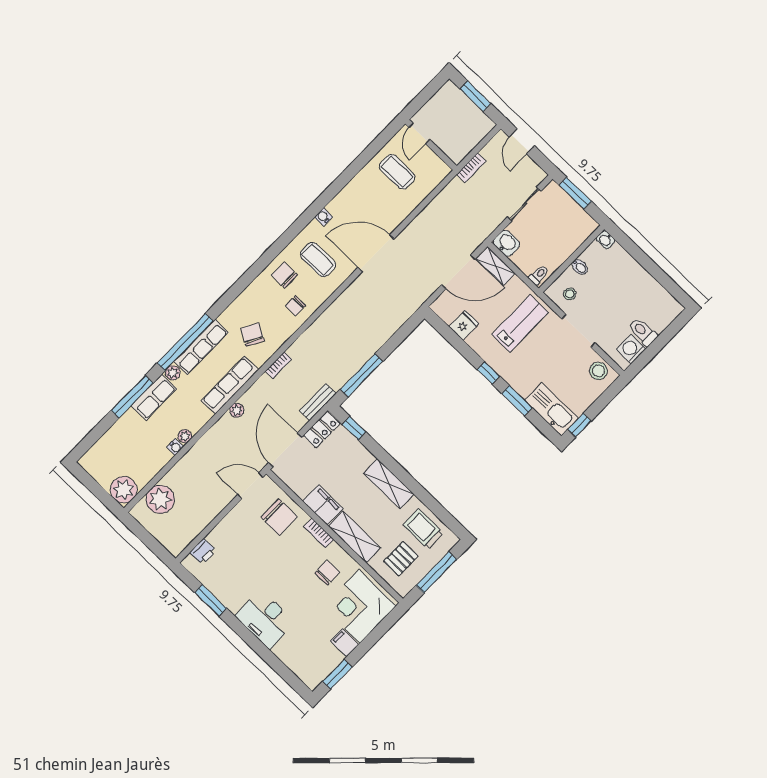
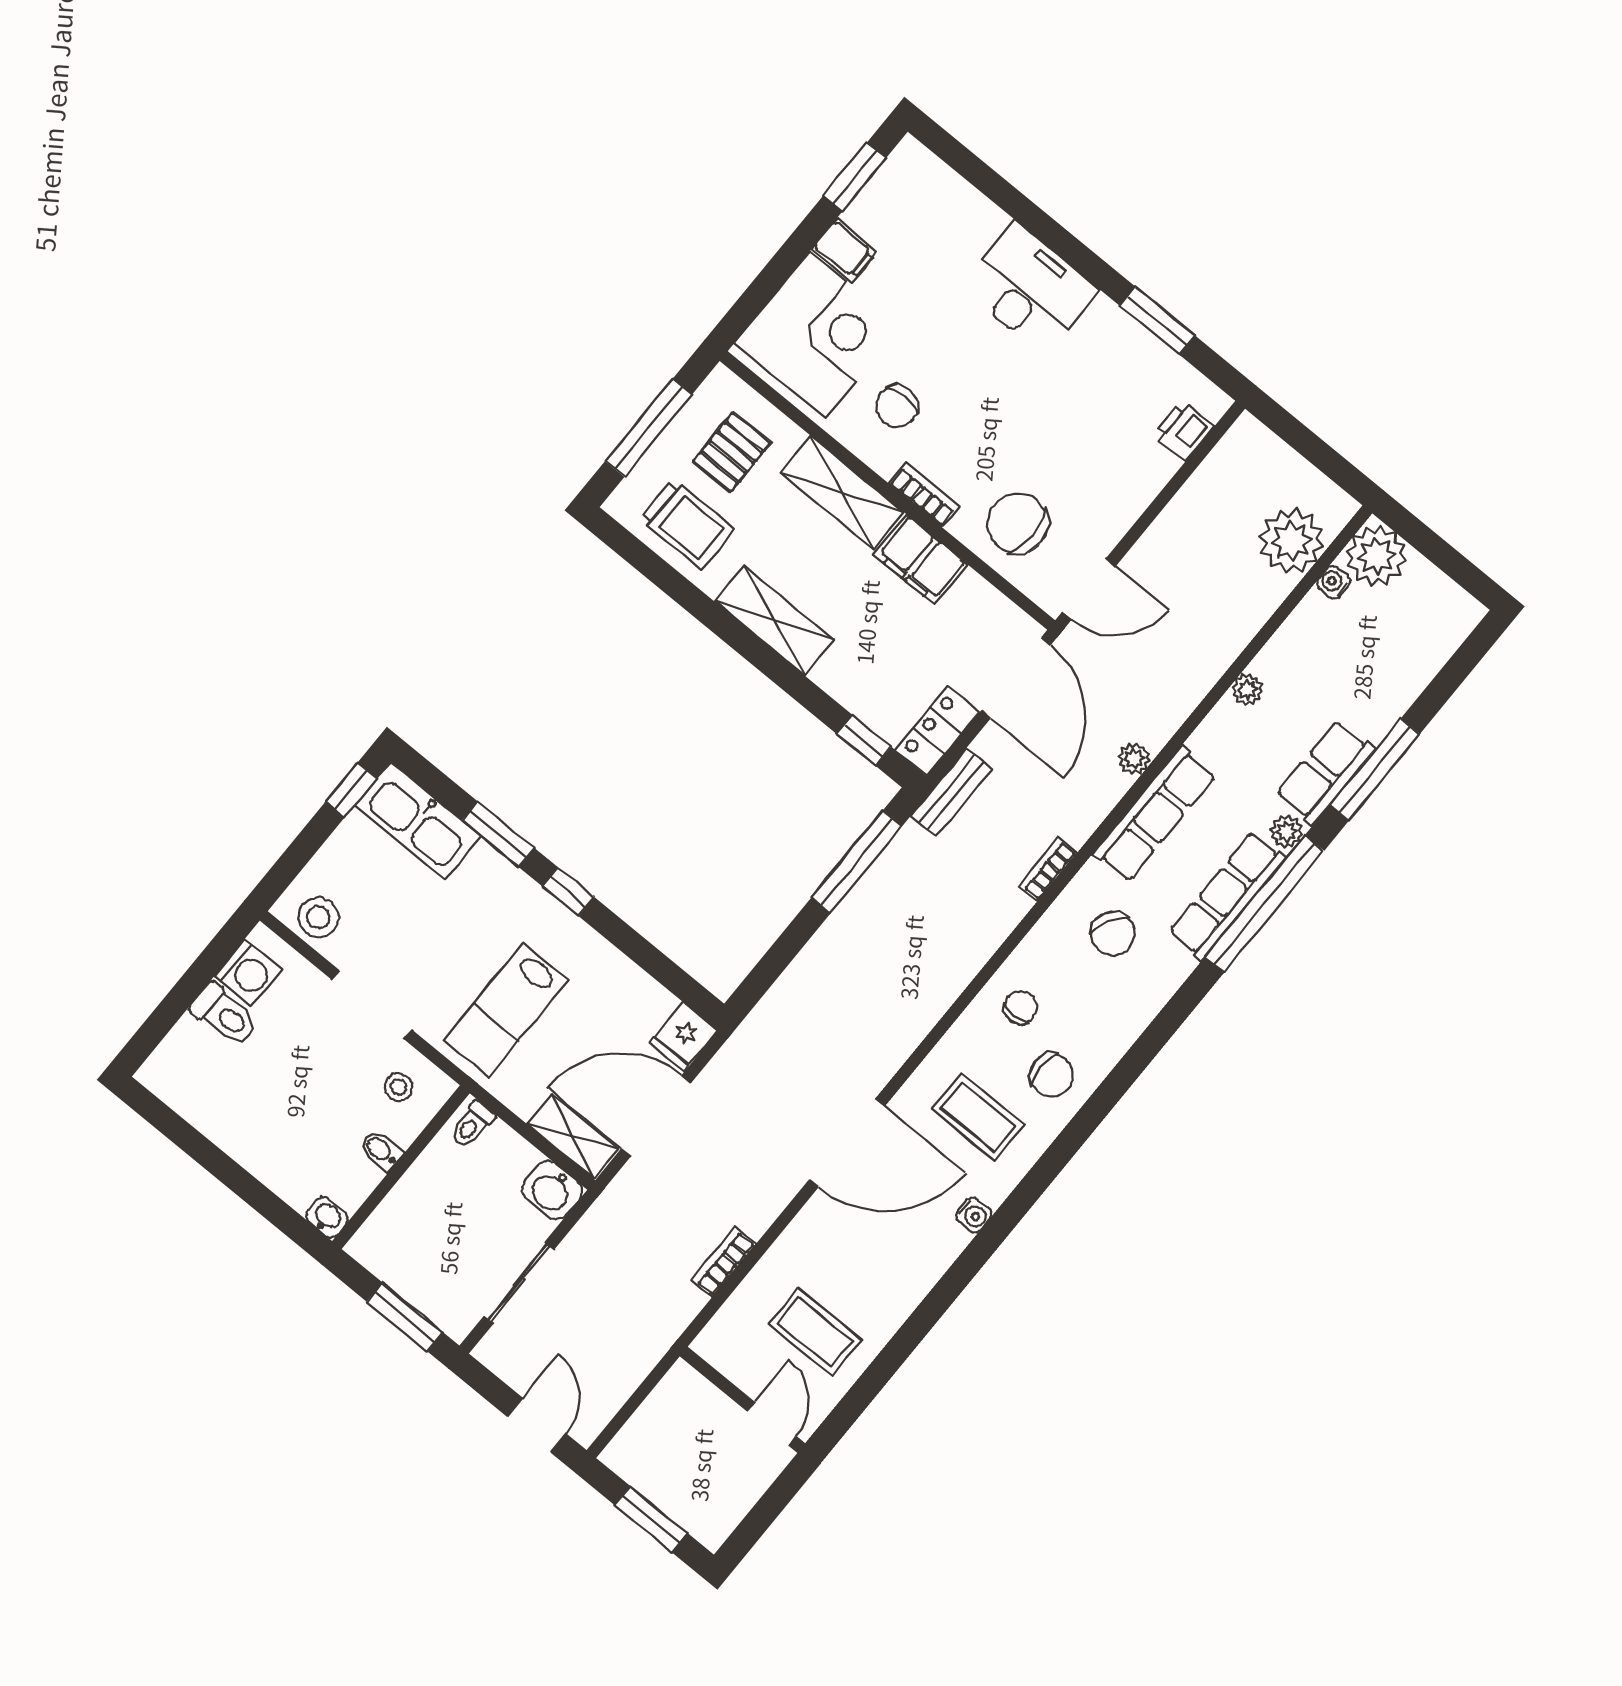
bookcase: (471, 168) -> (723, 1262), moved
fridge: (464, 325) -> (683, 1036), moved
water cooler: (175, 447) -> (1334, 582), moved

